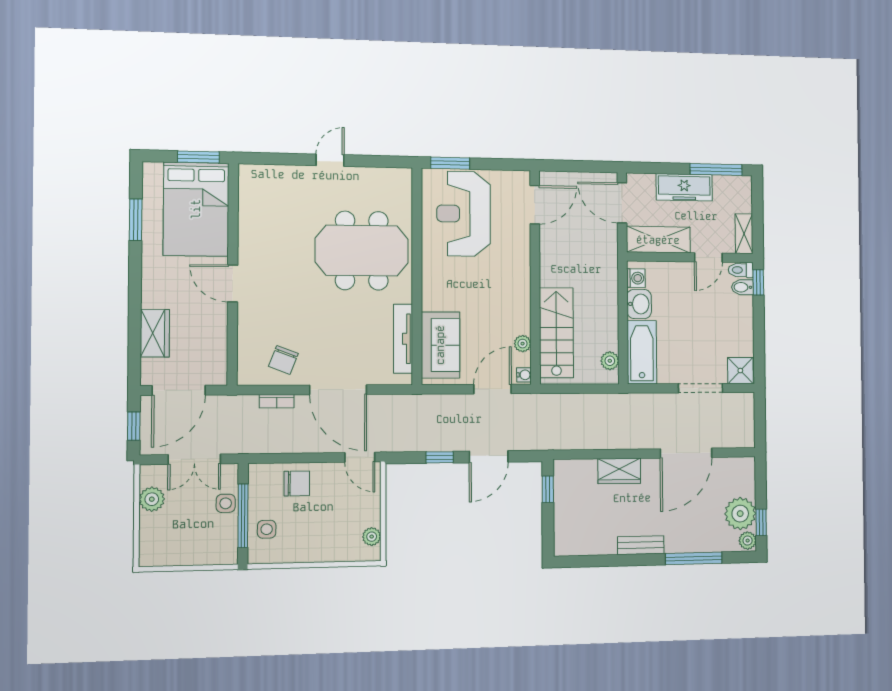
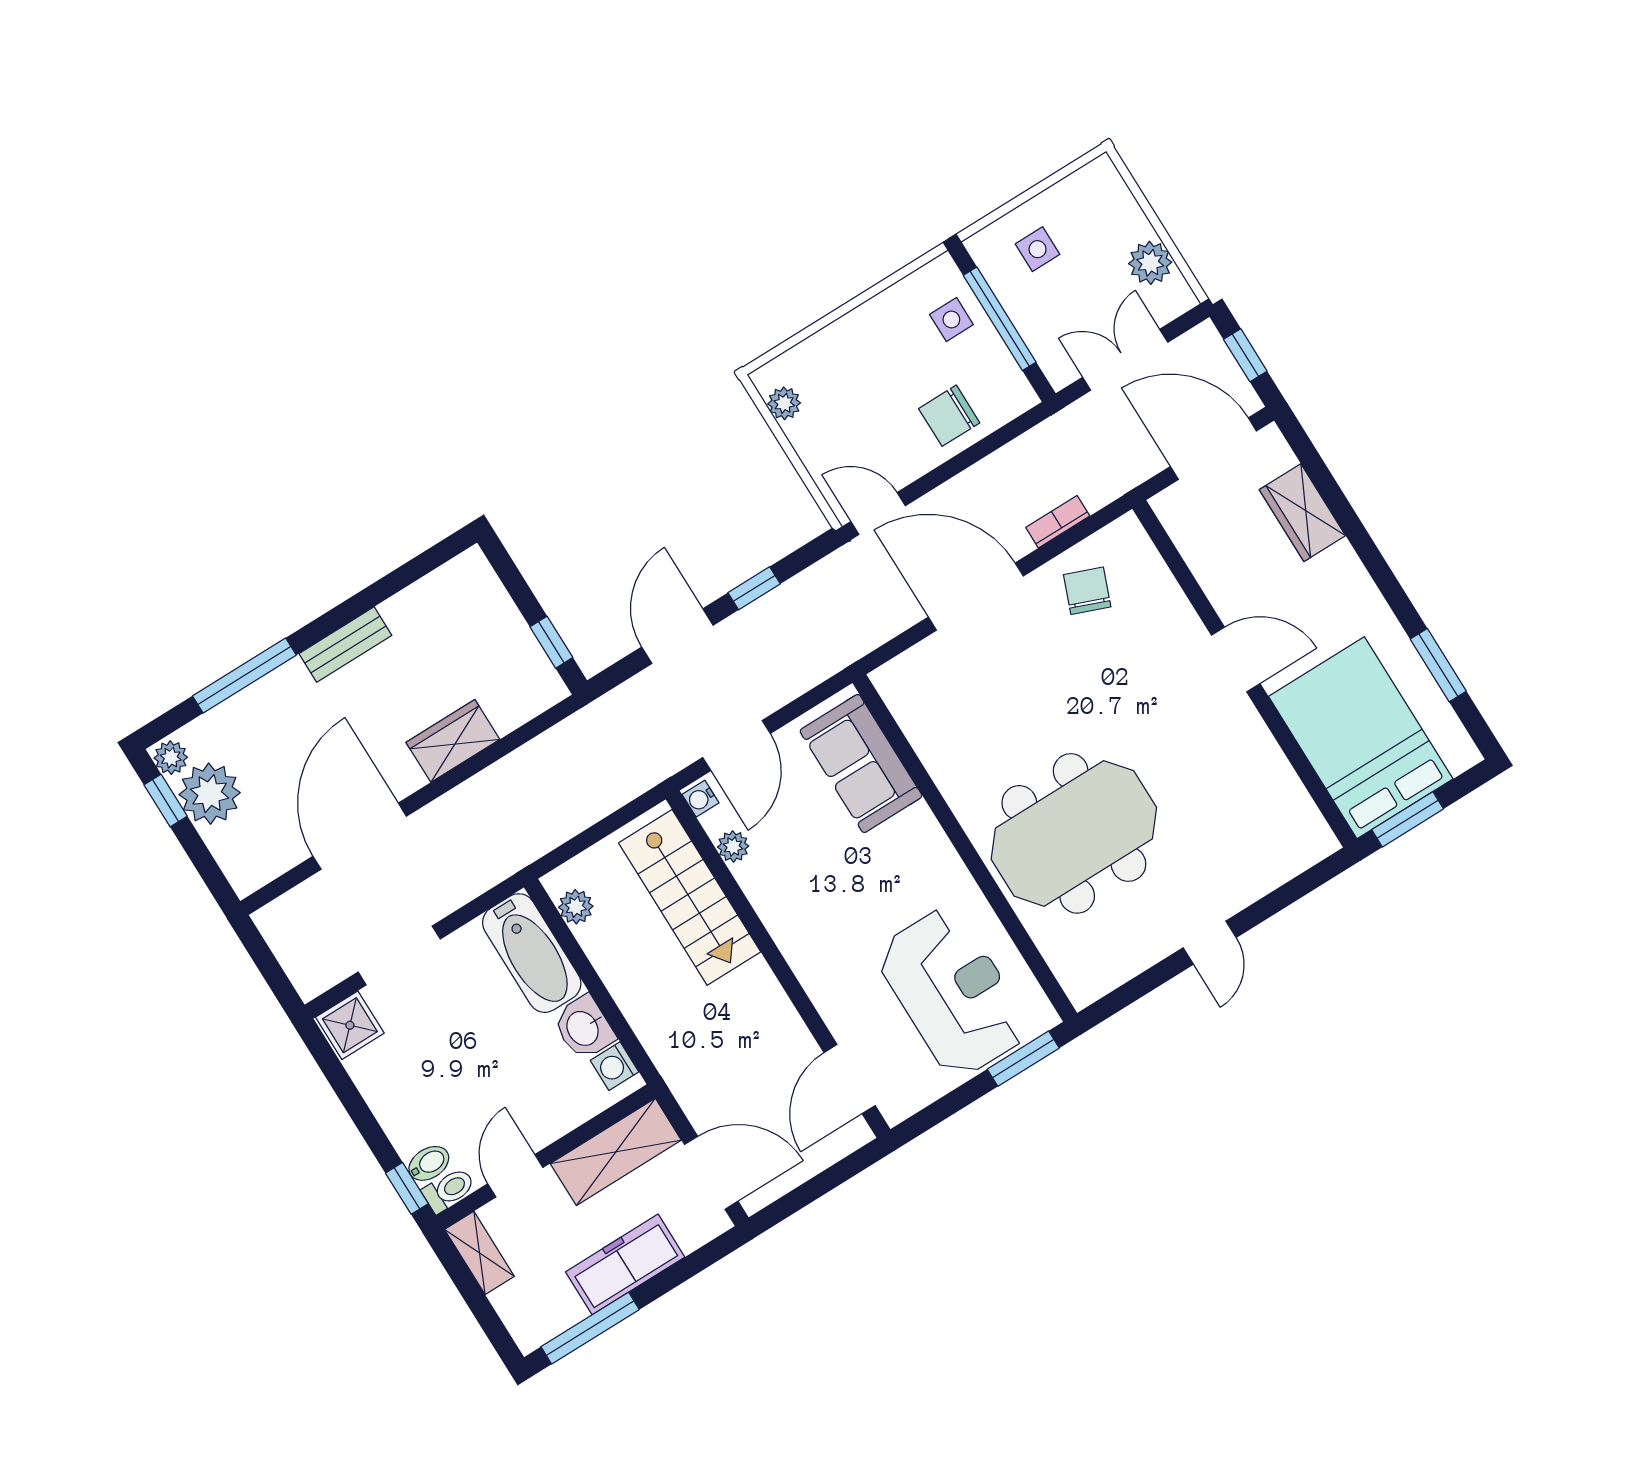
tv unit: (403, 339) -> (925, 737), removed
door: (179, 390) -> (1213, 449), hinge flipped
side table: (226, 503) -> (1038, 249), moved

